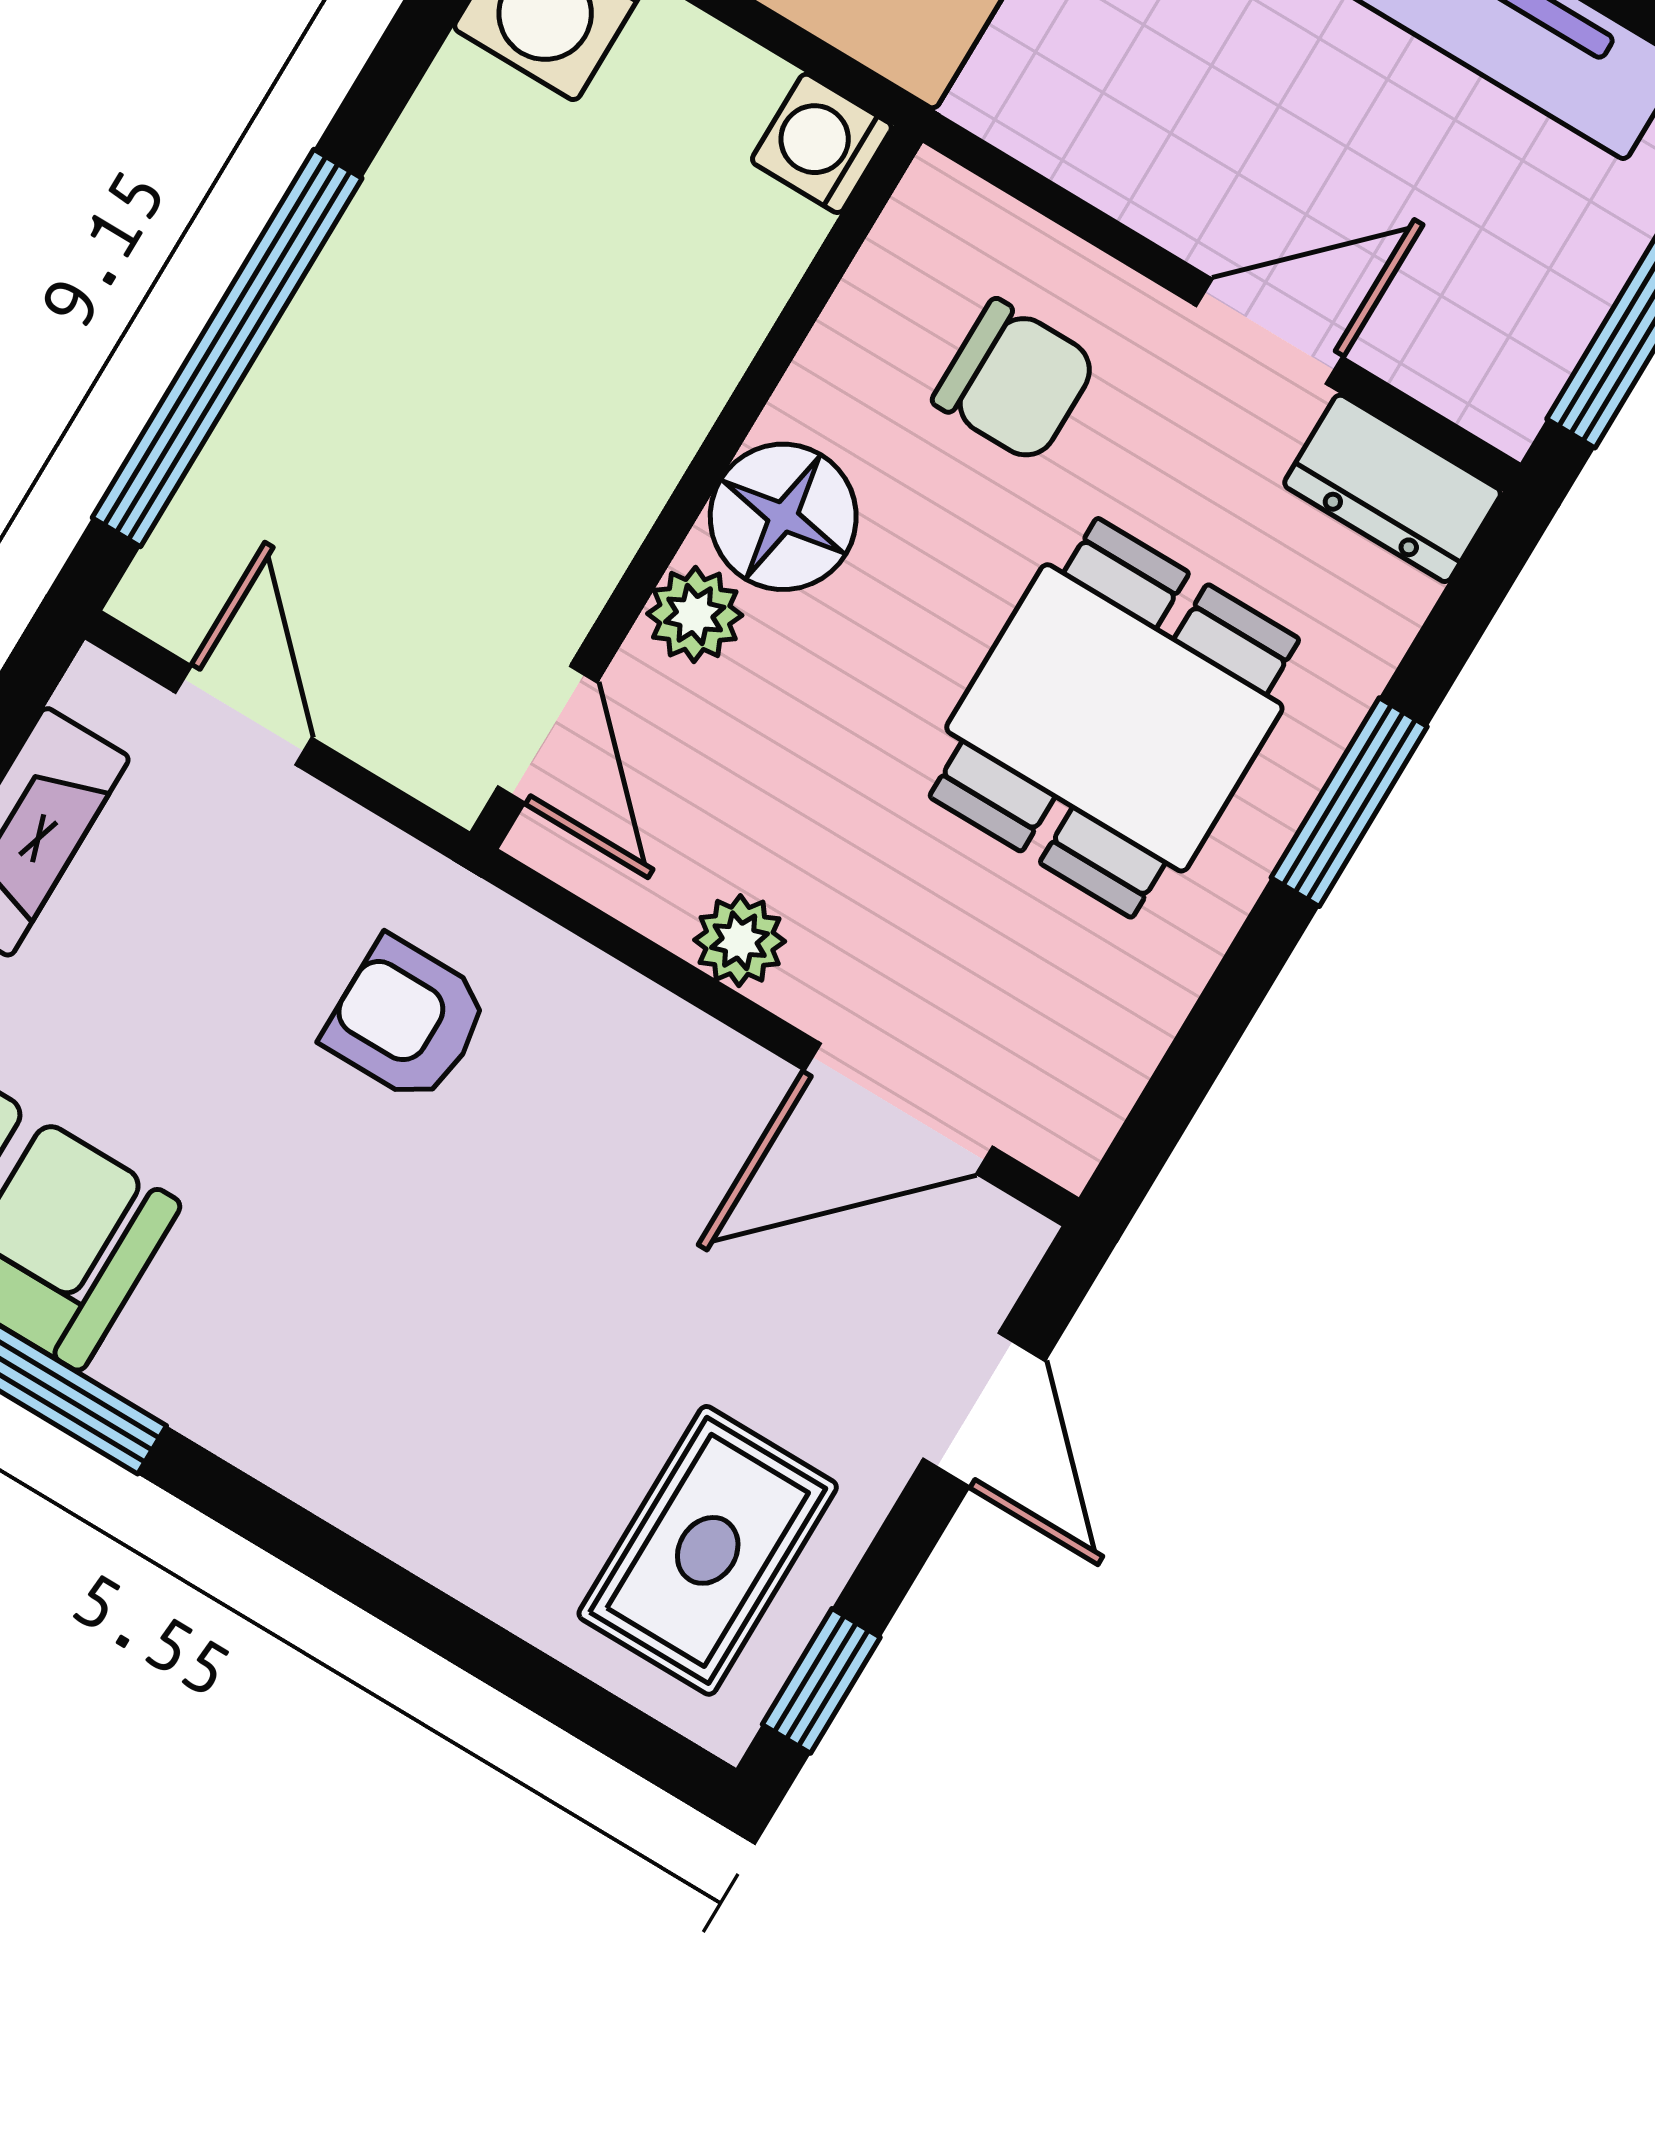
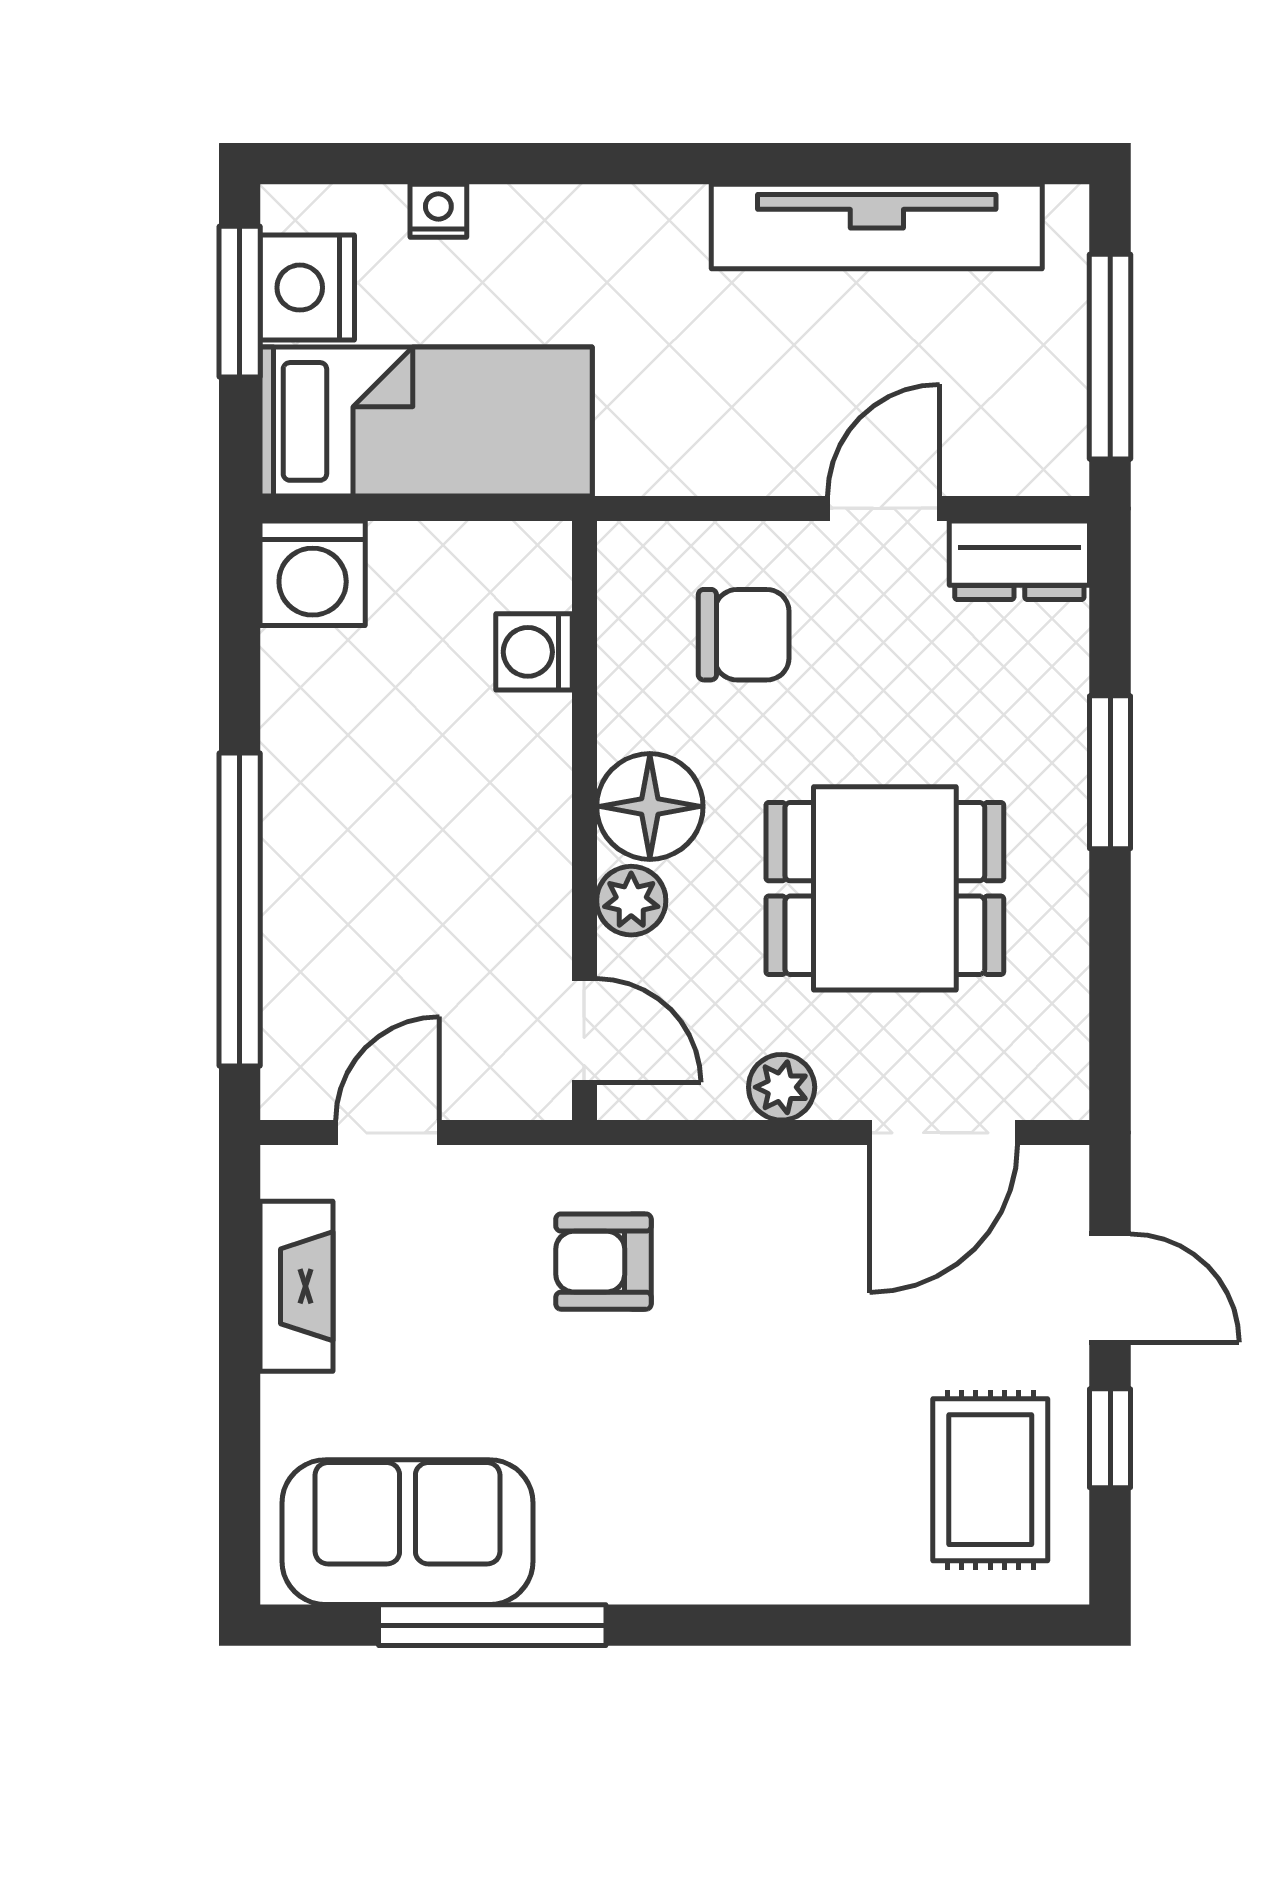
washing machine: (822, 143) -> (534, 652), moved
door: (244, 715) -> (388, 1133), hinge flipped
dining table: (1114, 718) -> (885, 888), moved, turned 90
window: (821, 1681) -> (1110, 1438), moved

